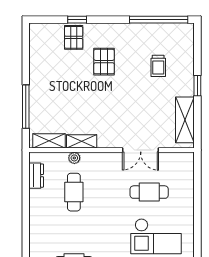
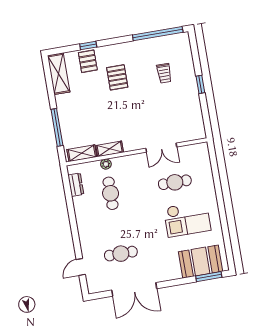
shelving: (185, 120) -> (59, 74), moved

